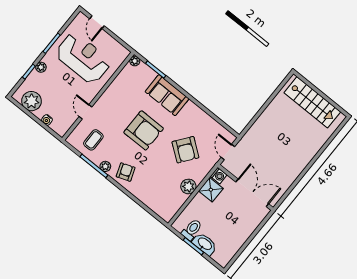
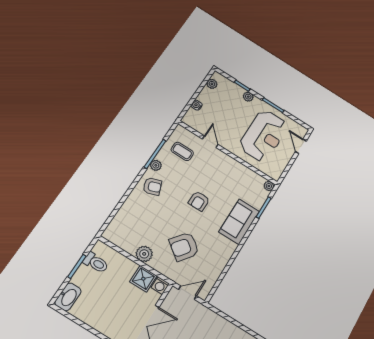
door: (97, 22) -> (301, 146), hinge flipped
plant: (32, 101) -> (212, 84), width x0.53, depth x0.53
door: (86, 112) -> (210, 142), hinge flipped
armchair: (144, 130) -> (199, 201), width x0.53, depth x0.53
washbasin: (205, 244) -> (68, 297), moved

